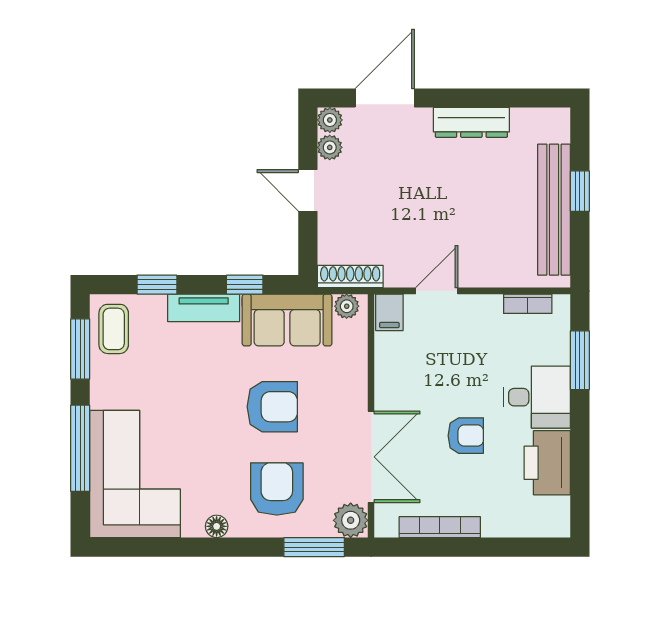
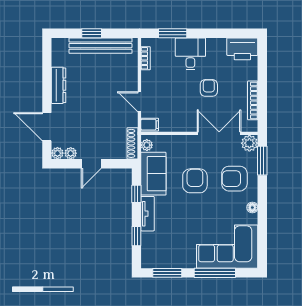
coffee table: (114, 329) -> (158, 257), removed
printer: (547, 463) -> (242, 49), moved

